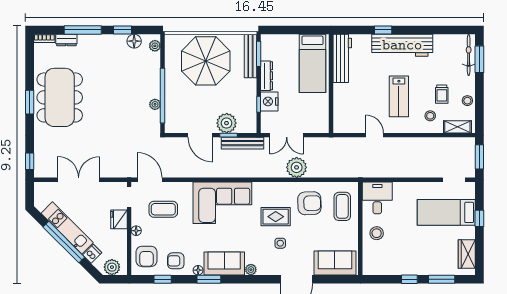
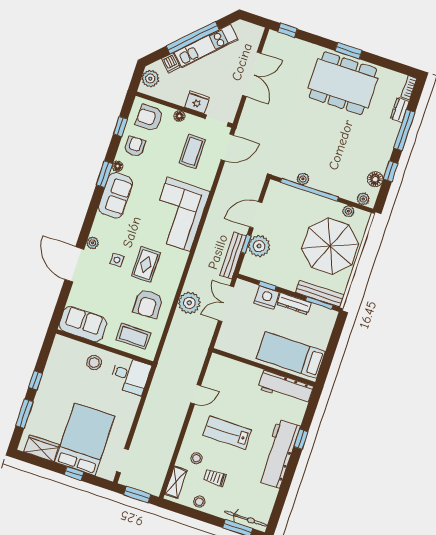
plant: (170, 55) -> (348, 211), added
bed: (446, 212) -> (85, 439), width x1.50
sofa: (335, 263) -> (83, 324), moved, turned -90
plant: (251, 270) -> (93, 243), moved

